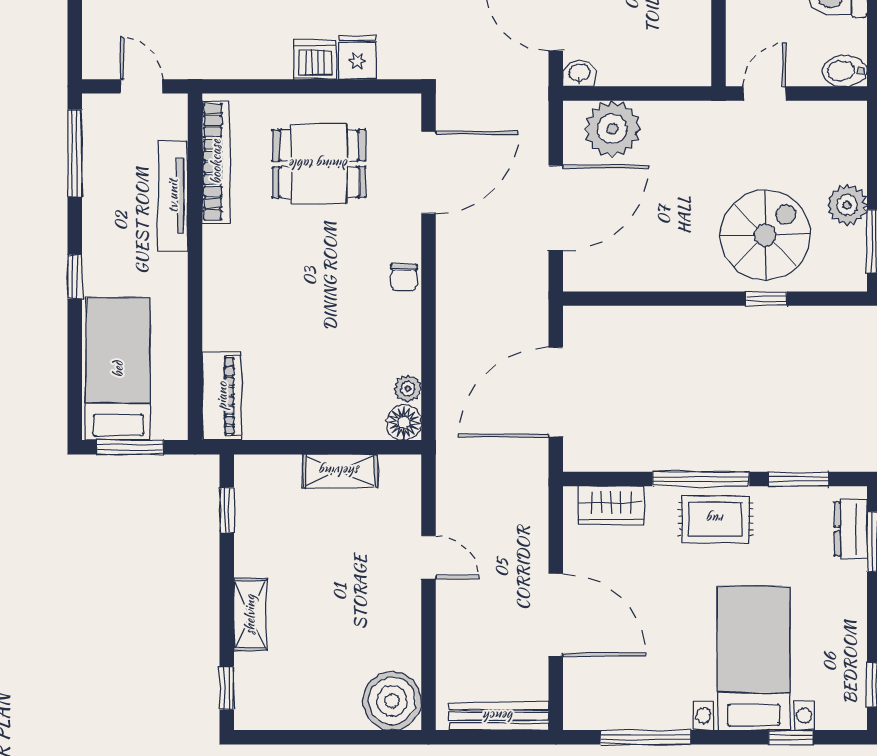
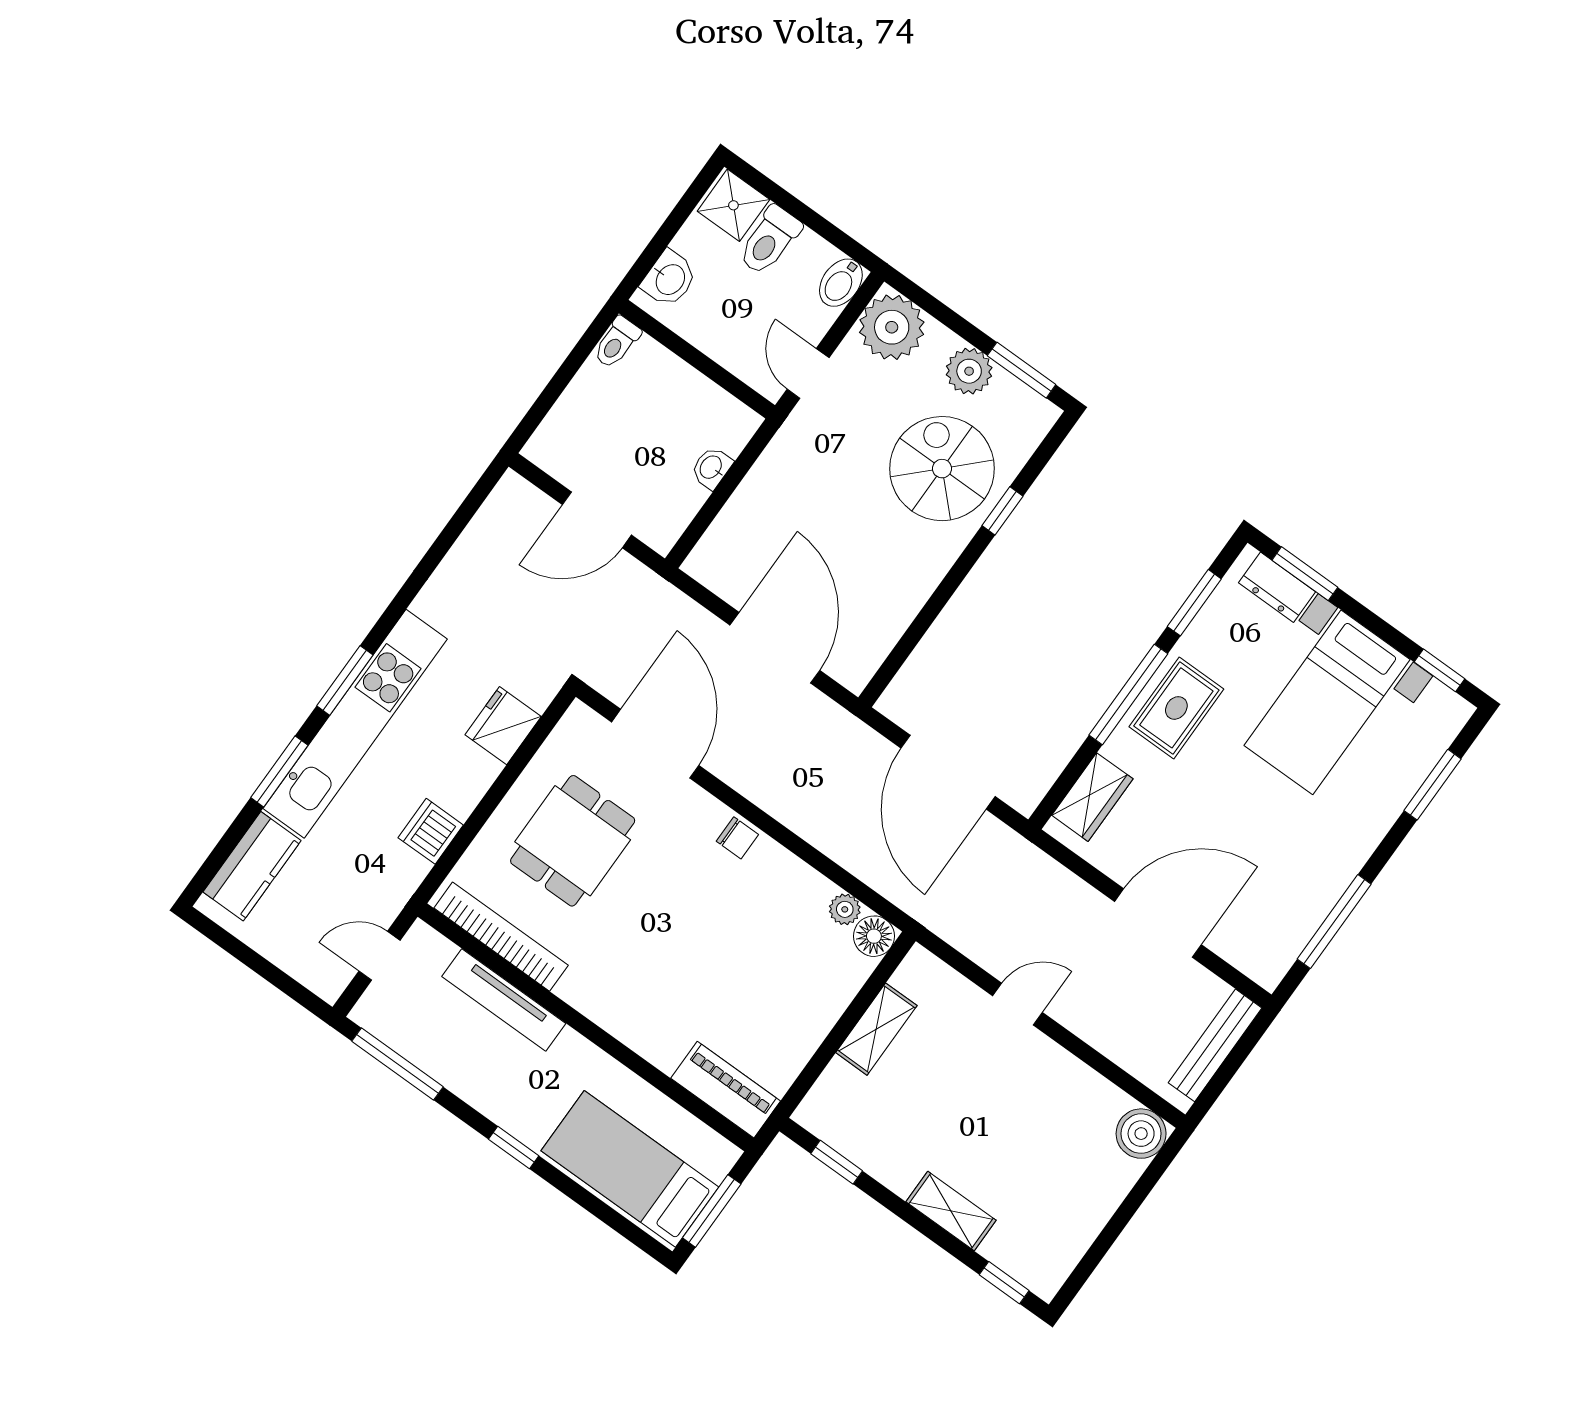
fridge: (357, 57) -> (503, 726), width x1.38
dishwasher: (315, 60) -> (431, 831), moved
washbasin: (579, 73) -> (711, 468), moved
plant: (612, 129) -> (892, 327), moved
bed with nightstands: (754, 658) -> (1327, 702), moved, turned -90
boiler: (392, 701) -> (1141, 1134), width x0.73, depth x0.73
window: (791, 737) -> (1432, 785), width x1.50

